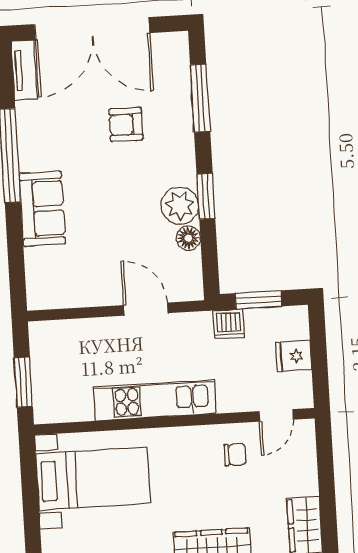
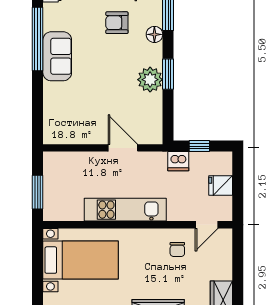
sofa: (42, 209) -> (57, 56), moved
floor lamp: (188, 238) -> (154, 34), moved
window: (258, 300) -> (199, 146), width x0.67
chair: (235, 455) -> (177, 249), turned 90

